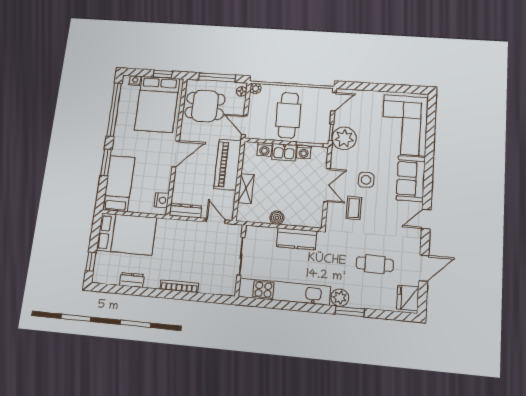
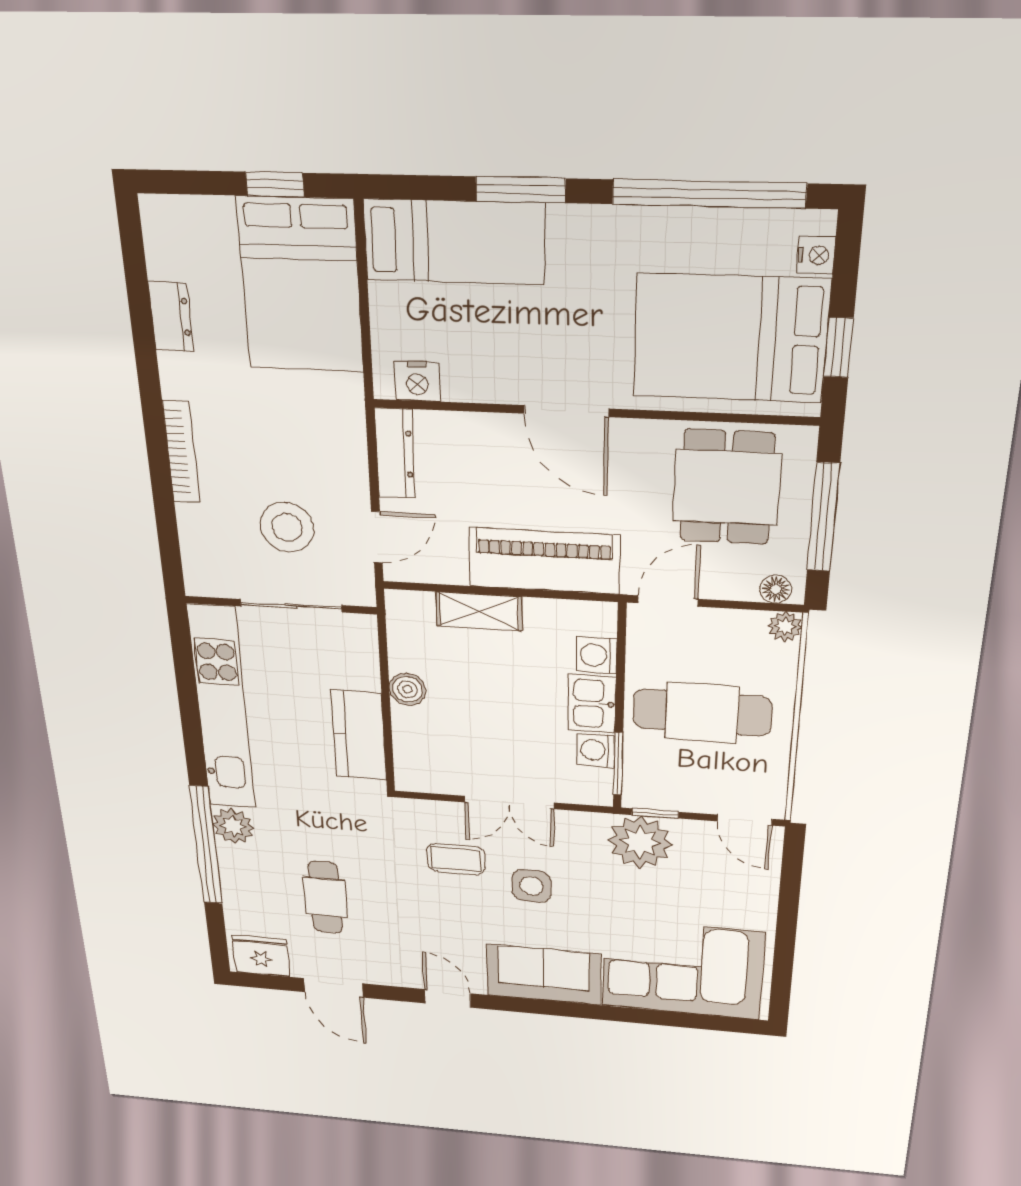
stool: (210, 253) -> (287, 527), added
window: (91, 262) -> (275, 184), moved
window: (350, 311) -> (206, 845), width x2.11

